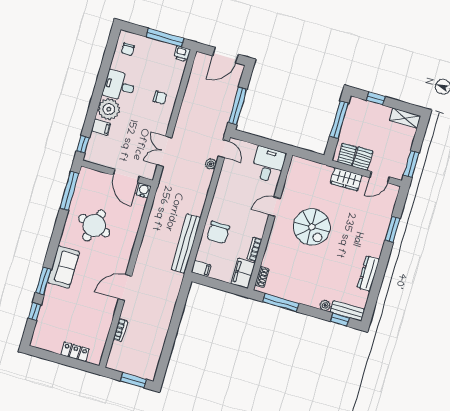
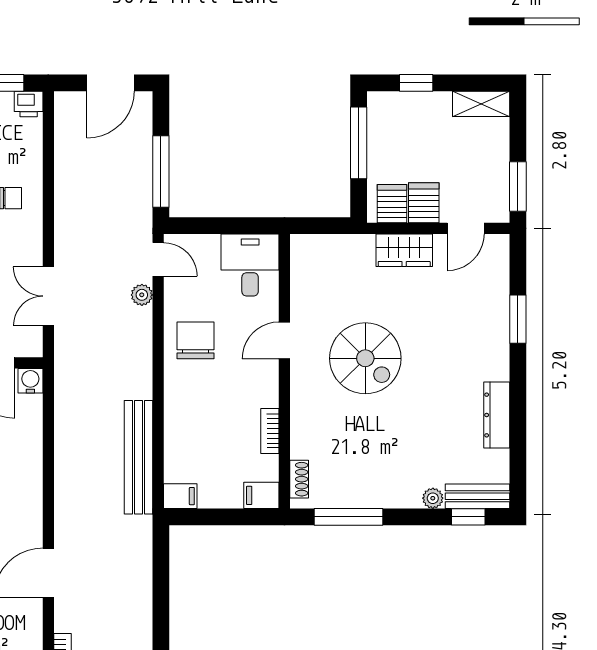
chair: (218, 233) -> (195, 340), moved, turned 180
filing cabinet: (243, 273) -> (261, 495), width x0.50

